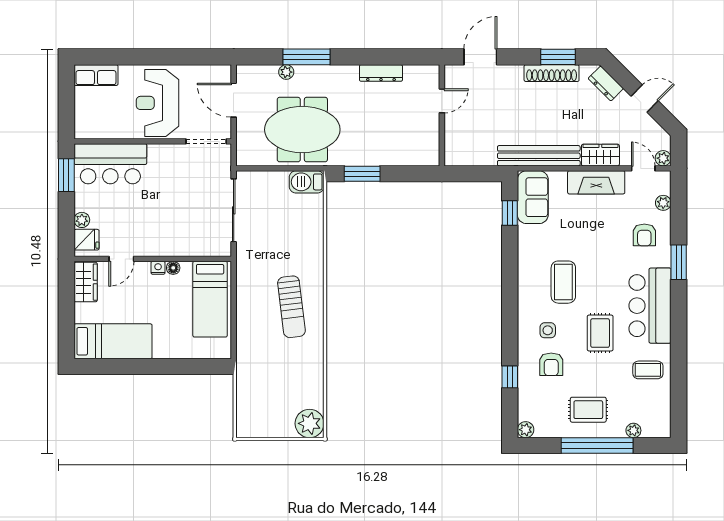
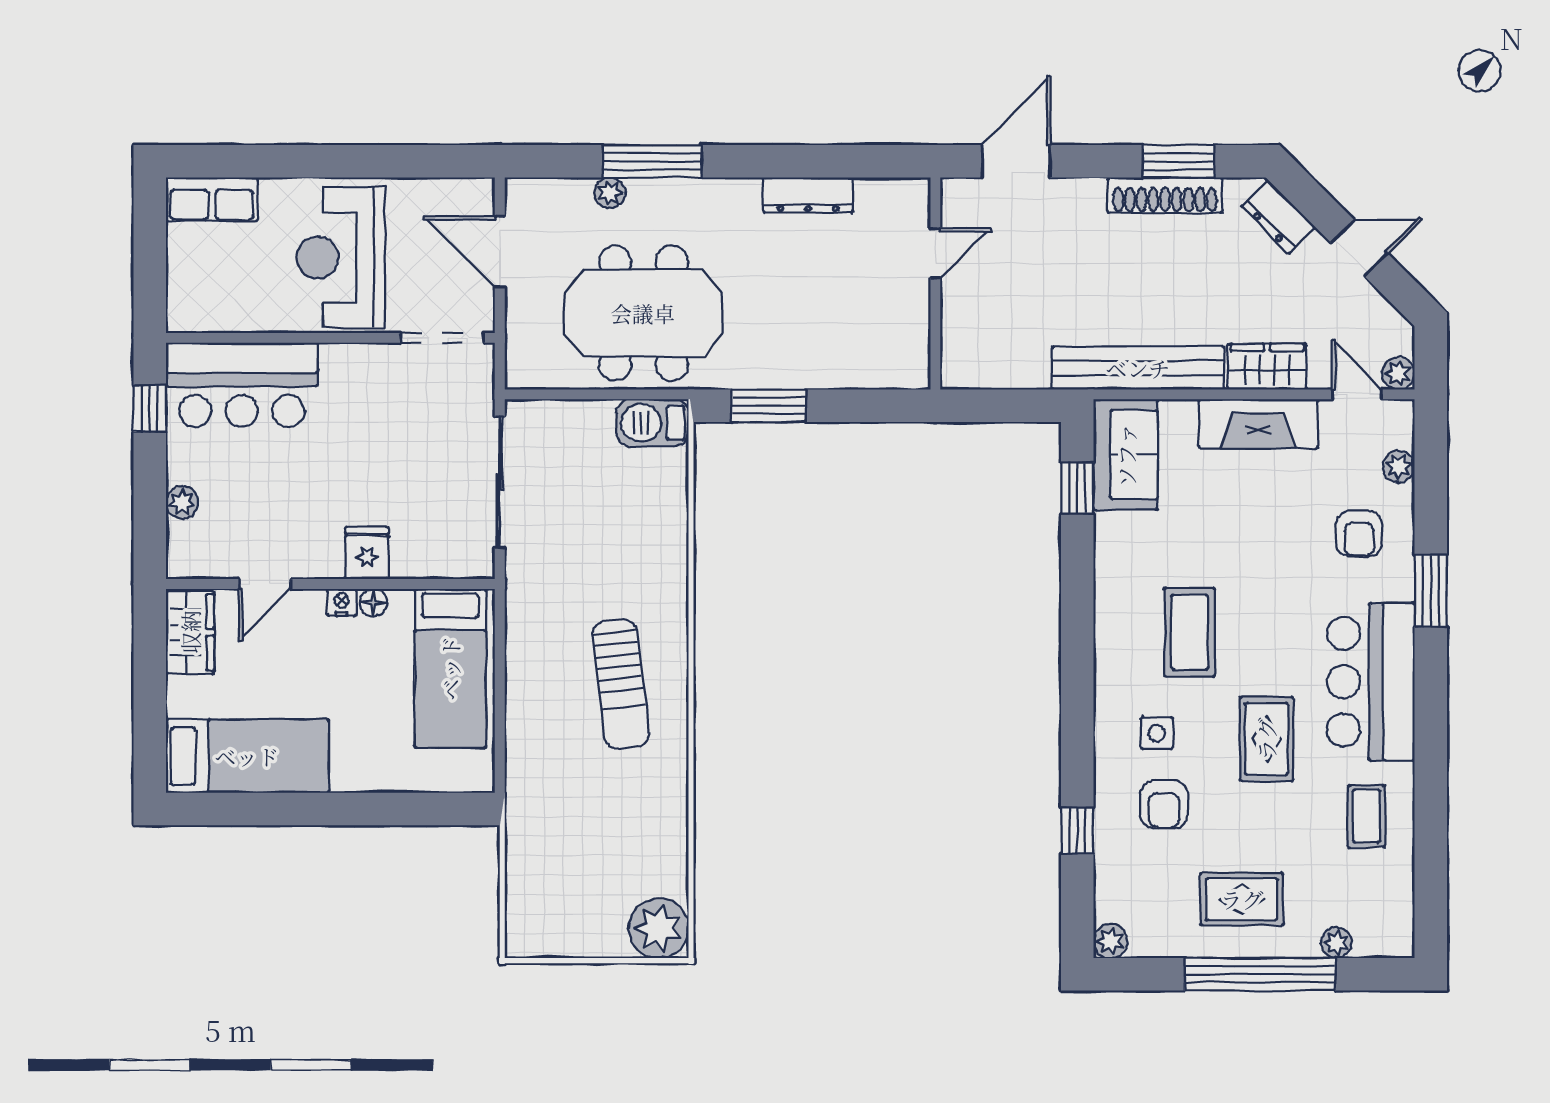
window: (66, 175) -> (150, 409), width x0.67
fridge: (87, 240) -> (367, 553), moved, turned -90
coffee table: (648, 370) -> (1367, 816), turned 90

